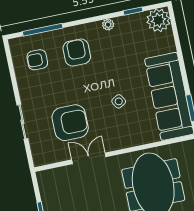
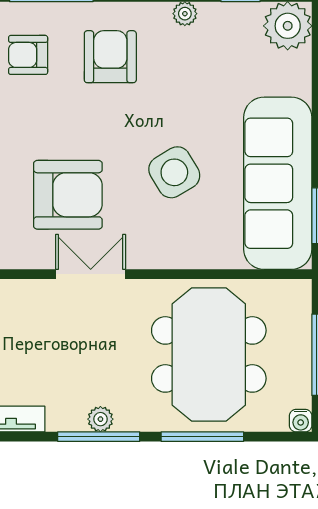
side table: (119, 101) -> (174, 172), width x1.87, depth x1.87

